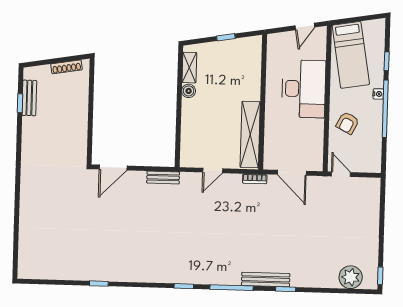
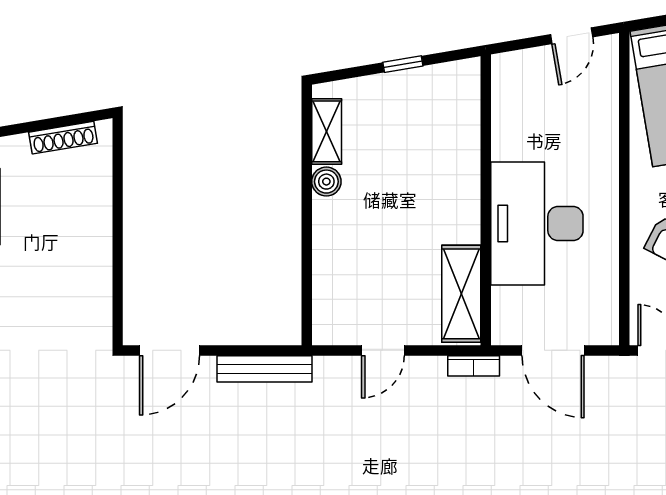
desk: (304, 89) -> (537, 224), moved, turned 180
shelving: (250, 135) -> (461, 294), width x0.68
bench: (163, 178) -> (265, 369), width x1.36

